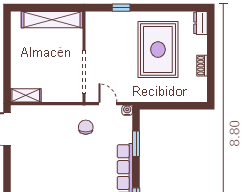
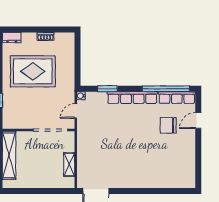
shelving: (26, 95) -> (69, 164), moved
chair: (86, 127) -> (94, 129), removed

